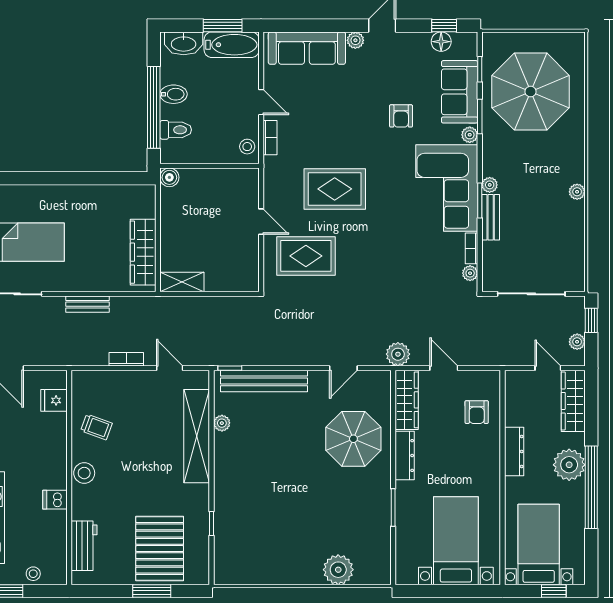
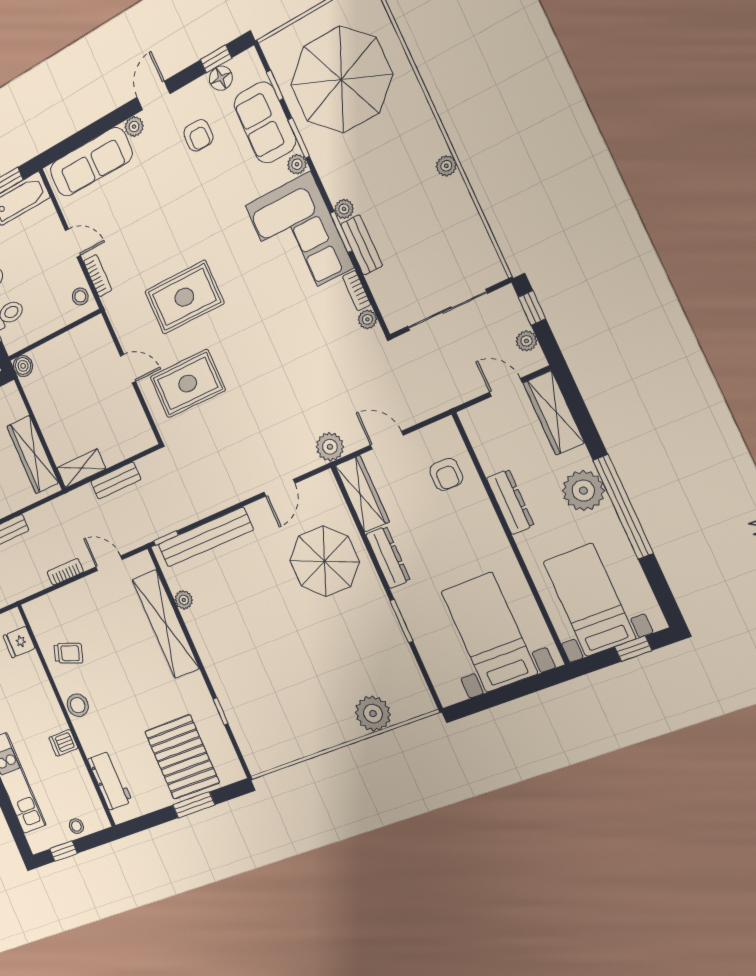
armchair: (401, 116) -> (198, 135), moved
bench: (208, 305) -> (116, 480), added

